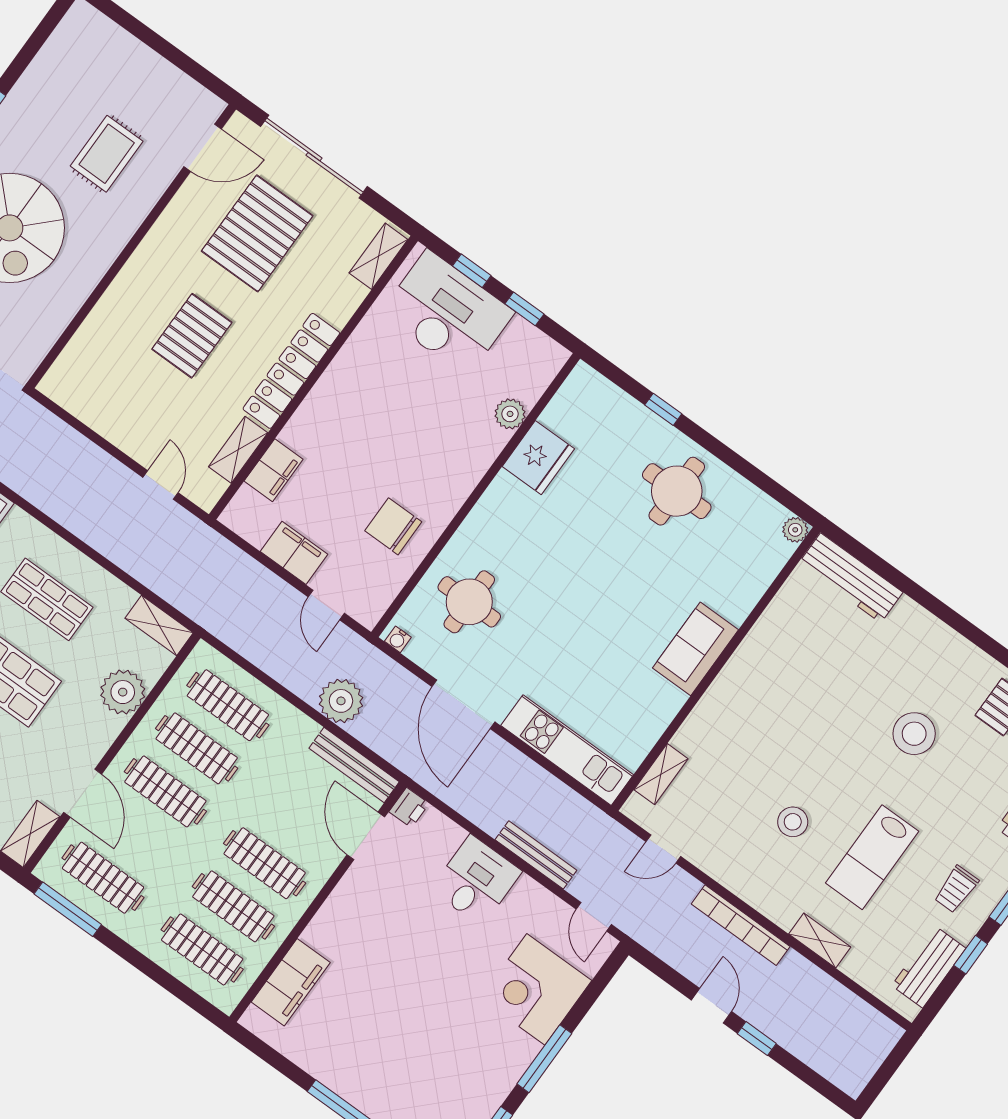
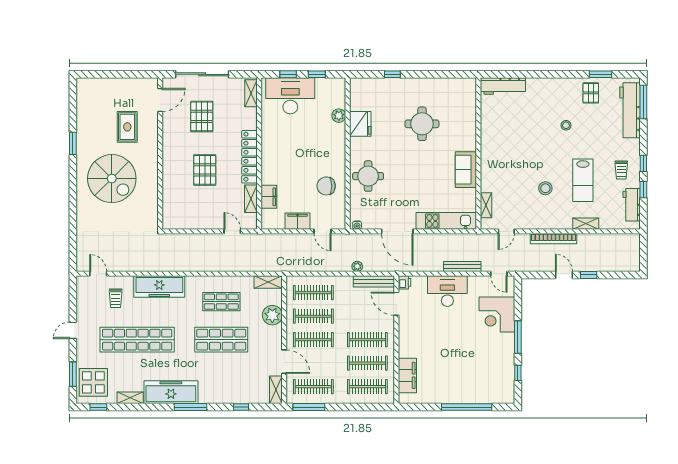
pallet: (257, 233) -> (202, 116), width x0.73, depth x0.71
round table: (677, 491) -> (422, 124), moved
plant: (795, 530) -> (471, 83), removed
round table: (469, 602) -> (368, 176), moved
sofa: (695, 649) -> (466, 170), moved
plant: (341, 701) -> (357, 266), width x0.53, depth x0.53
stool: (914, 734) -> (566, 125), width x0.53, depth x0.53
desk: (476, 880) -> (447, 291), width x1.37

